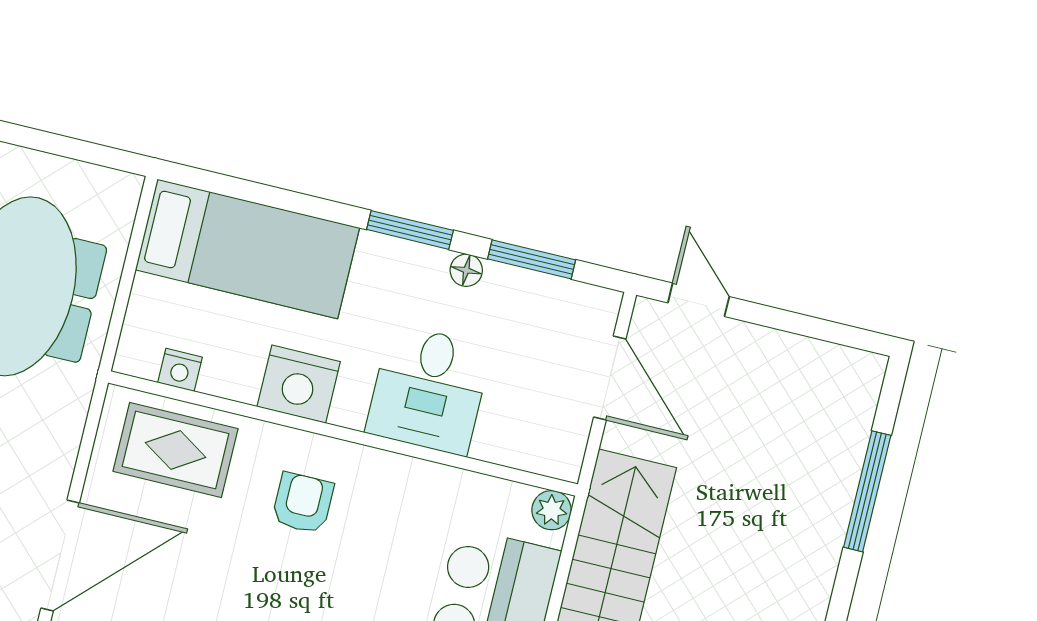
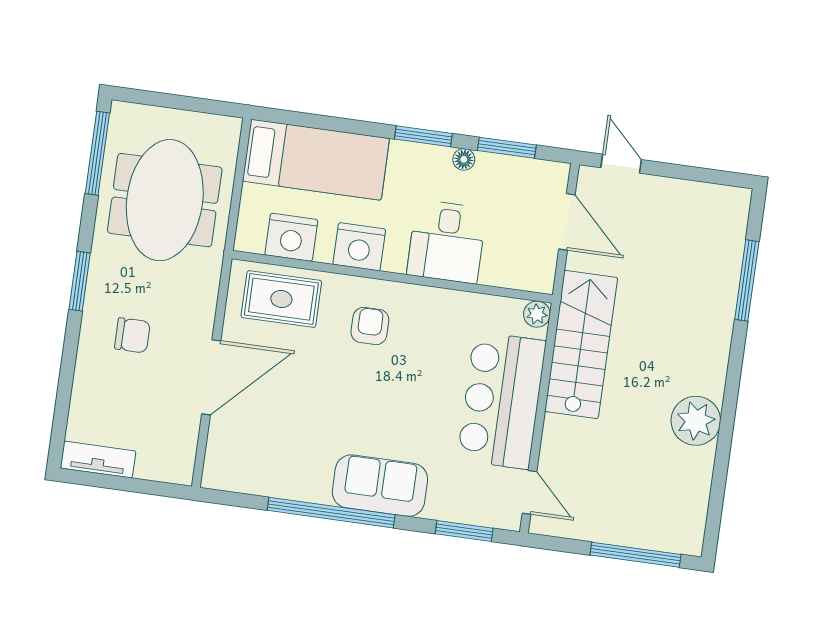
nightstand: (180, 370) -> (291, 237), width x1.89, depth x1.79

